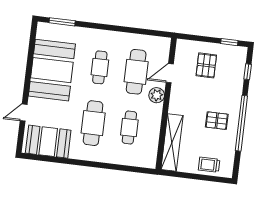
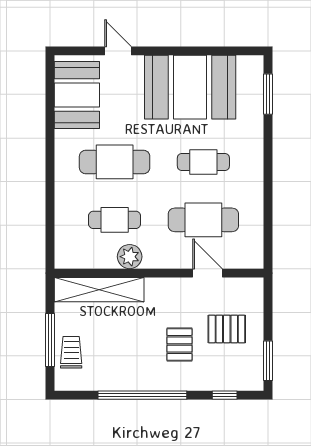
window: (229, 42) -> (268, 361), width x1.50
plant: (157, 95) -> (130, 257), moved
pallet: (217, 121) -> (179, 344), moved
window: (200, 177) -> (50, 340), added

